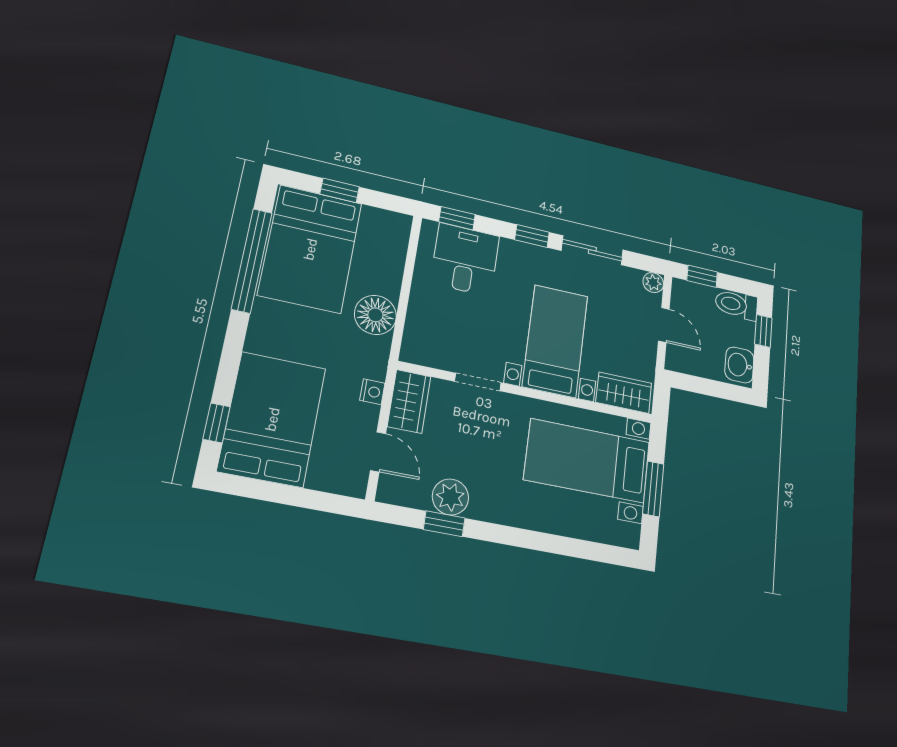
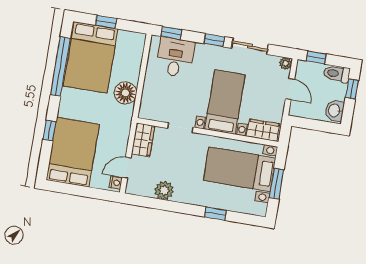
nightstand: (372, 392) -> (116, 183), moved
window: (216, 423) -> (49, 130), moved
door: (378, 452) -> (127, 168), swing flipped
window: (444, 524) -> (215, 214), moved

